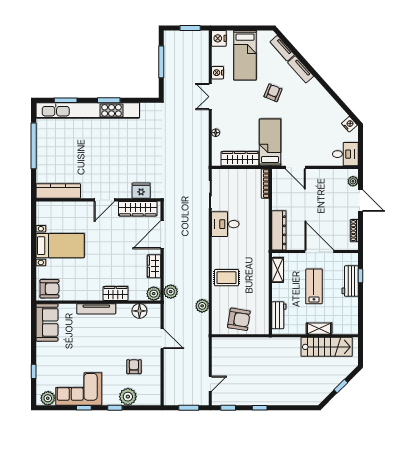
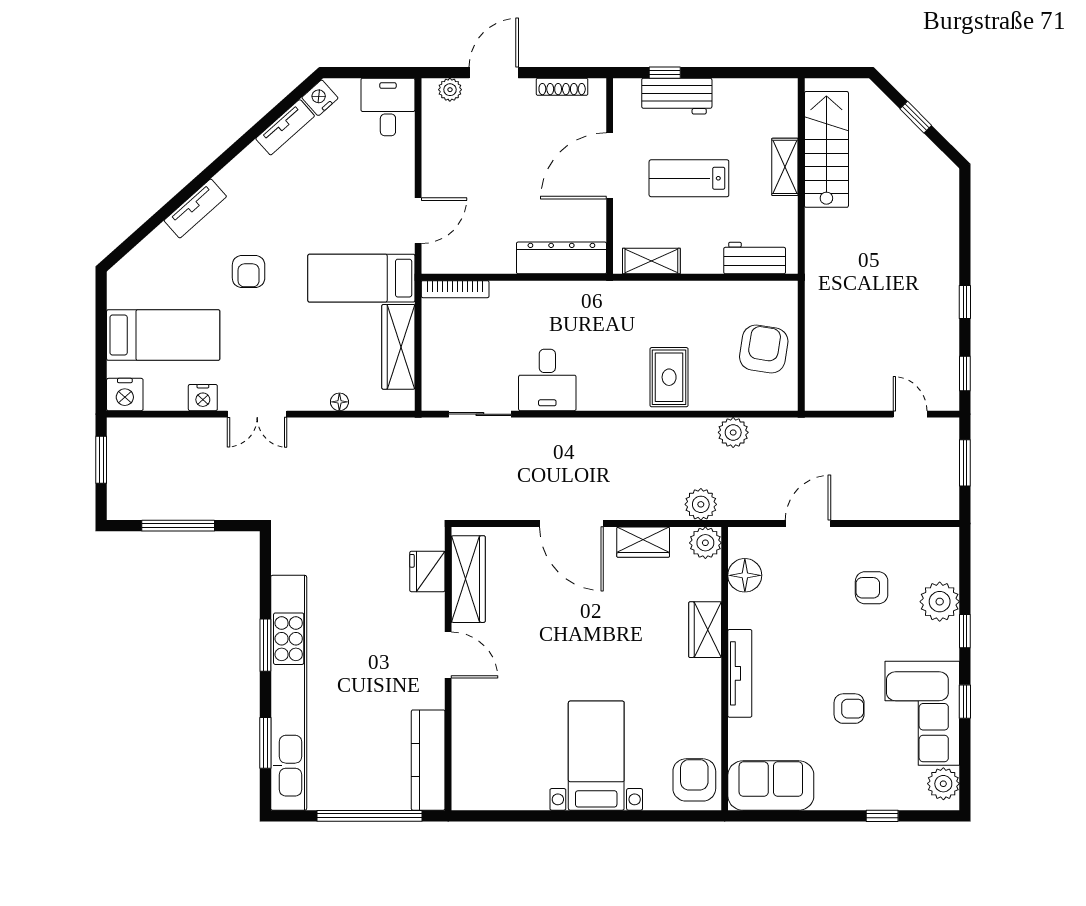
tv unit: (282, 48) -> (285, 127), moved
armchair: (273, 93) -> (249, 271), turned -112
kitchen counter: (58, 191) -> (428, 760), moved
fridge: (141, 191) -> (427, 571), moved
wall: (98, 200) -> (448, 669), moved
door: (104, 200) -> (448, 655), moved
wardrobe: (138, 209) -> (468, 579), moved
armchair: (81, 357) -> (849, 709), added

